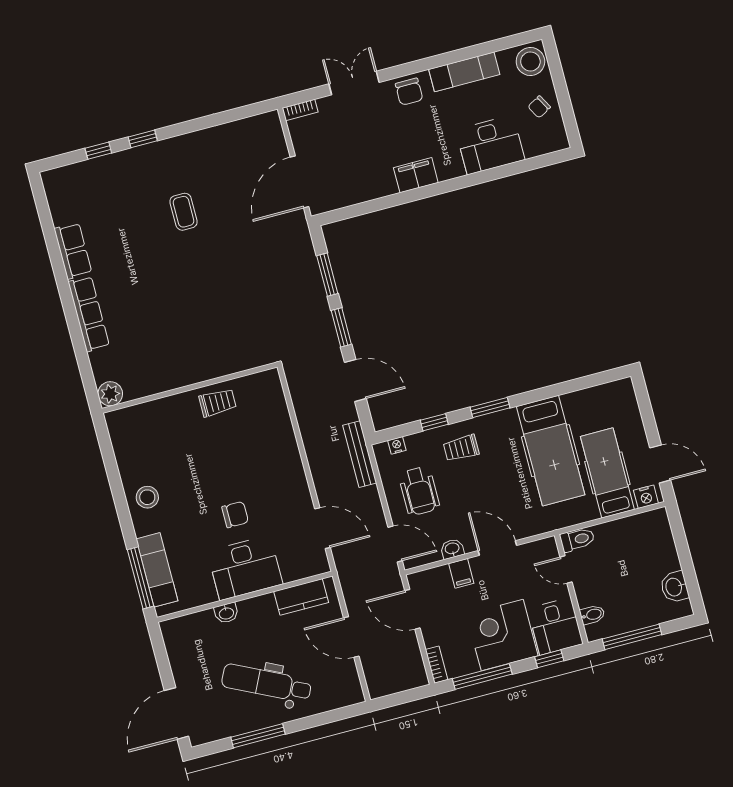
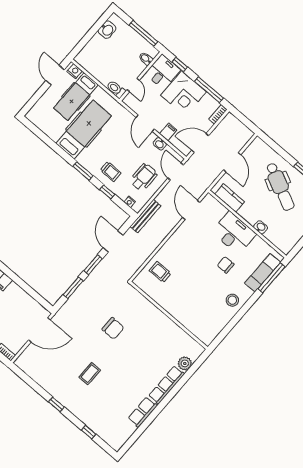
window: (143, 139) -> (56, 404), moved
chair: (227, 292) -> (113, 328), added
plant: (110, 394) -> (185, 363), moved
trolley: (218, 403) -> (160, 272), moved
chair: (235, 515) -> (226, 265), moved
door: (412, 609) -> (200, 143), swing flipped

